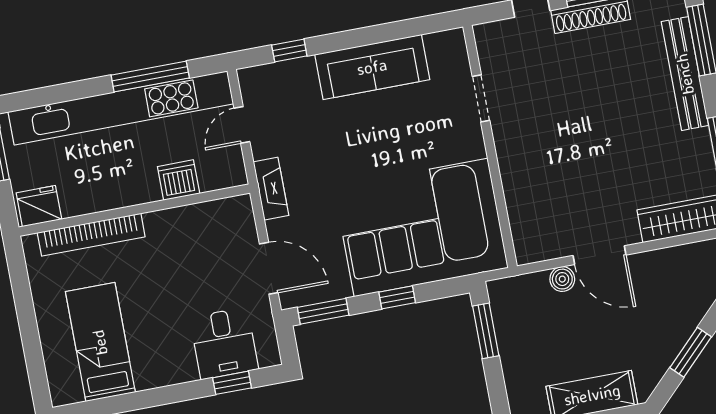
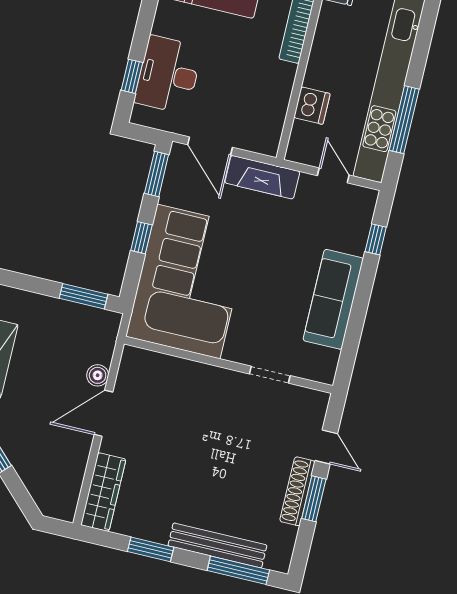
fireplace: (271, 189) -> (262, 177), width x1.37, depth x1.32
door: (269, 268) -> (210, 146), hinge flipped
desk: (224, 343) -> (168, 75), width x1.37

